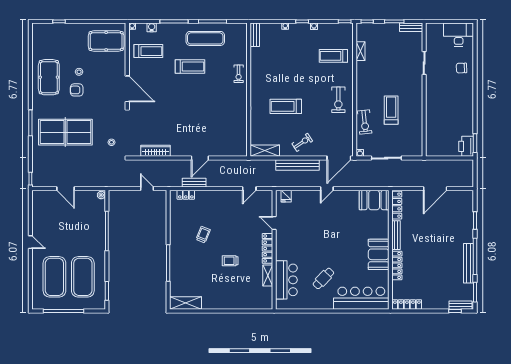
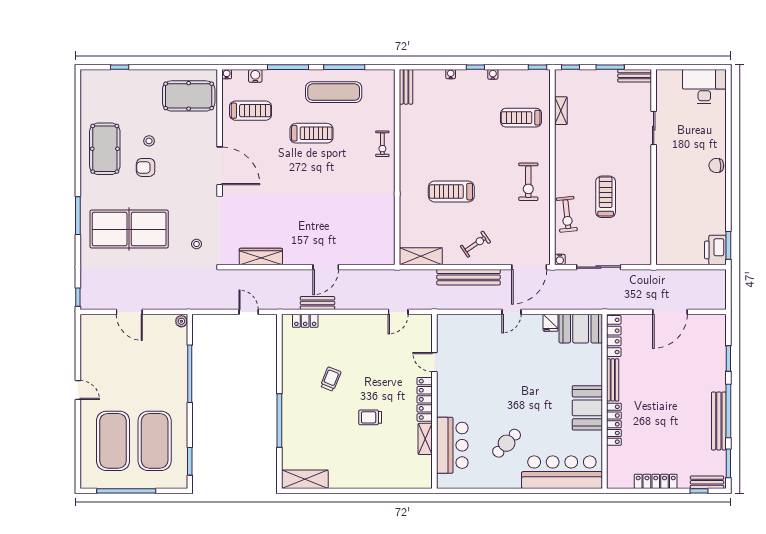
chair: (462, 68) -> (716, 165), moved
fridge: (286, 196) -> (551, 323), moved
locker: (407, 304) -> (656, 481), moved

